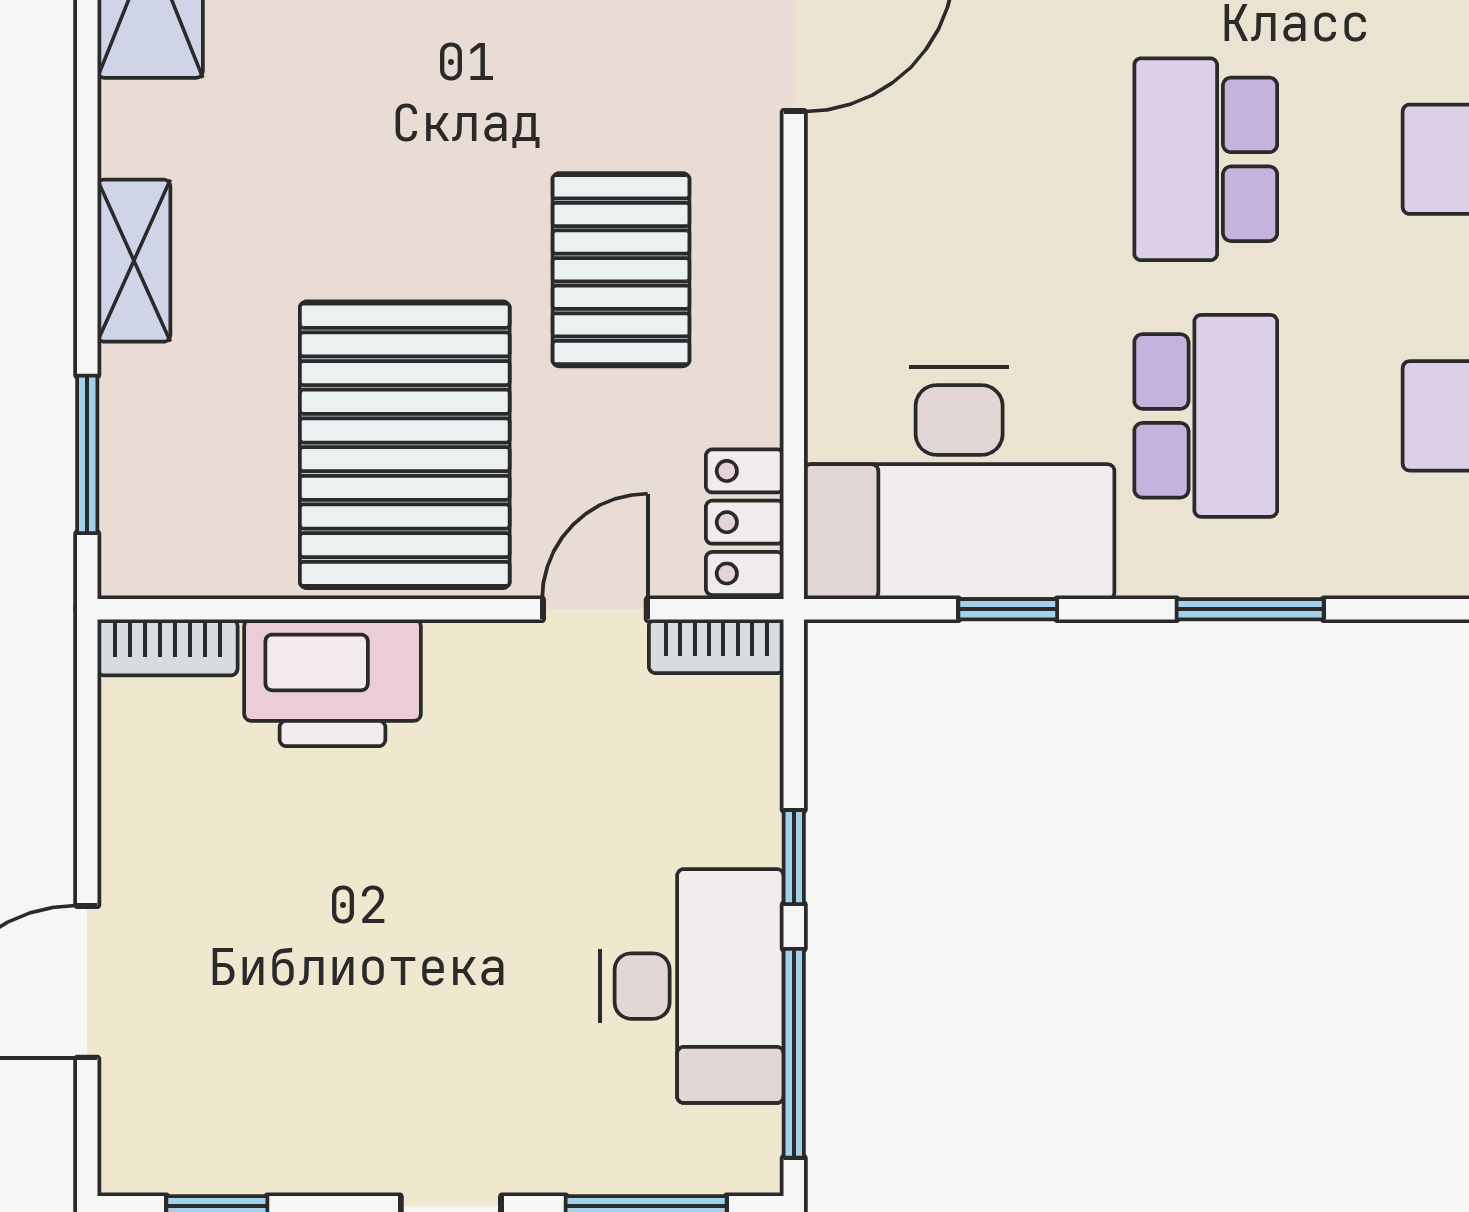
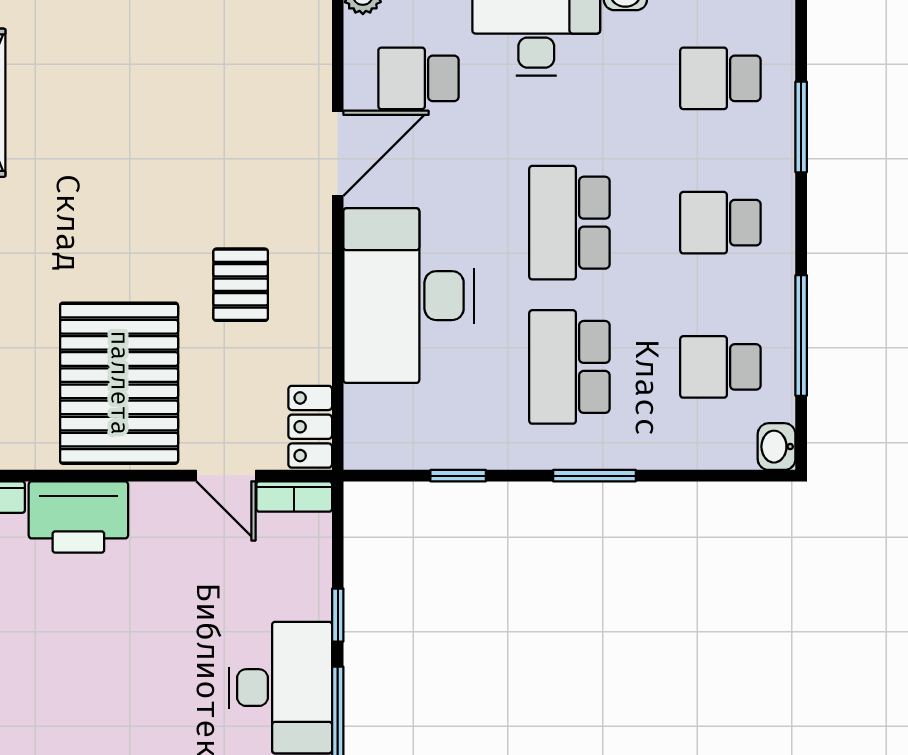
pallet: (621, 270) -> (241, 285), width x0.67, depth x0.71
school desk: (1206, 416) -> (569, 367), turned 180
desk: (959, 483) -> (409, 296), moved, turned 90
door: (595, 609) -> (226, 476), swing flipped

